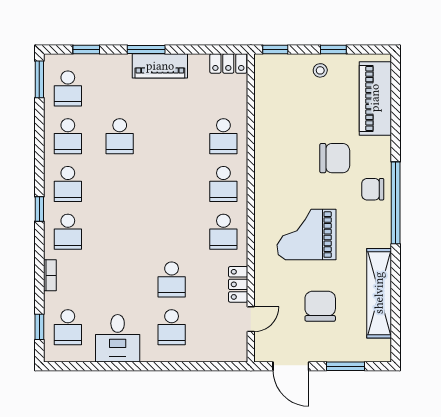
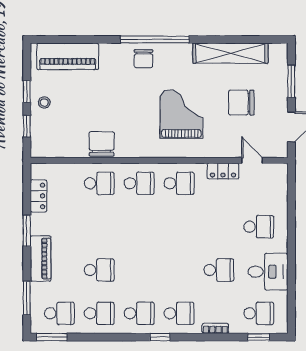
window: (86, 49) -> (27, 298), width x1.50
window: (146, 49) -> (27, 231), moved
window: (275, 49) -> (27, 126), moved
locker: (228, 63) -> (38, 196), moved
piano: (160, 66) -> (41, 259), moved
chair: (335, 158) -> (102, 144), moved
grand piano: (306, 235) -> (181, 114), turned 180
school desk: (172, 279) -> (219, 270), moved

